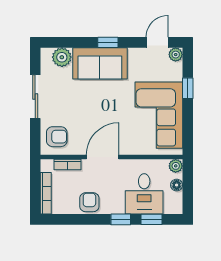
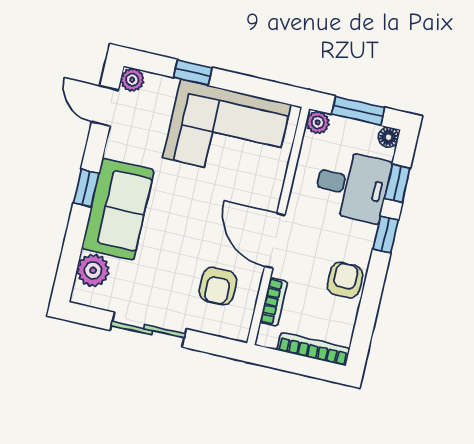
armchair: (57, 137) -> (218, 286), moved, turned 180
floor lamp: (177, 185) -> (388, 137), moved
window: (188, 187) -> (358, 111), added
armchair: (89, 202) -> (345, 280), turned 90

